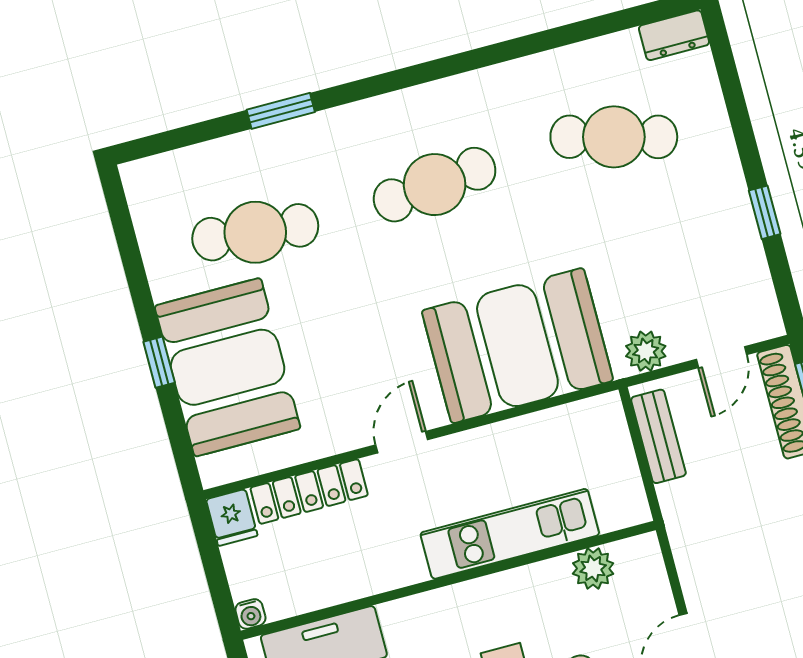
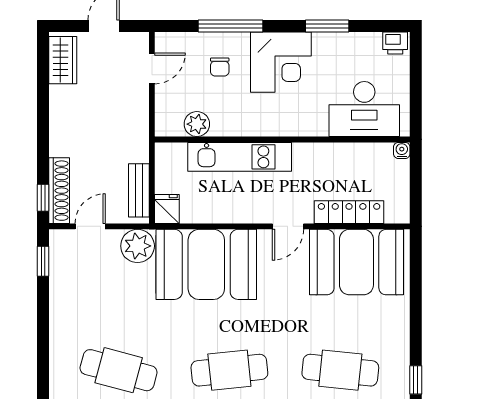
window: (765, 212) -> (43, 261), moved
plant: (646, 351) -> (138, 246), width x1.36, depth x1.36
window: (159, 362) -> (416, 380), moved
booth: (228, 367) -> (356, 262), moved, turned 90
fridge: (232, 518) -> (167, 209), moved

